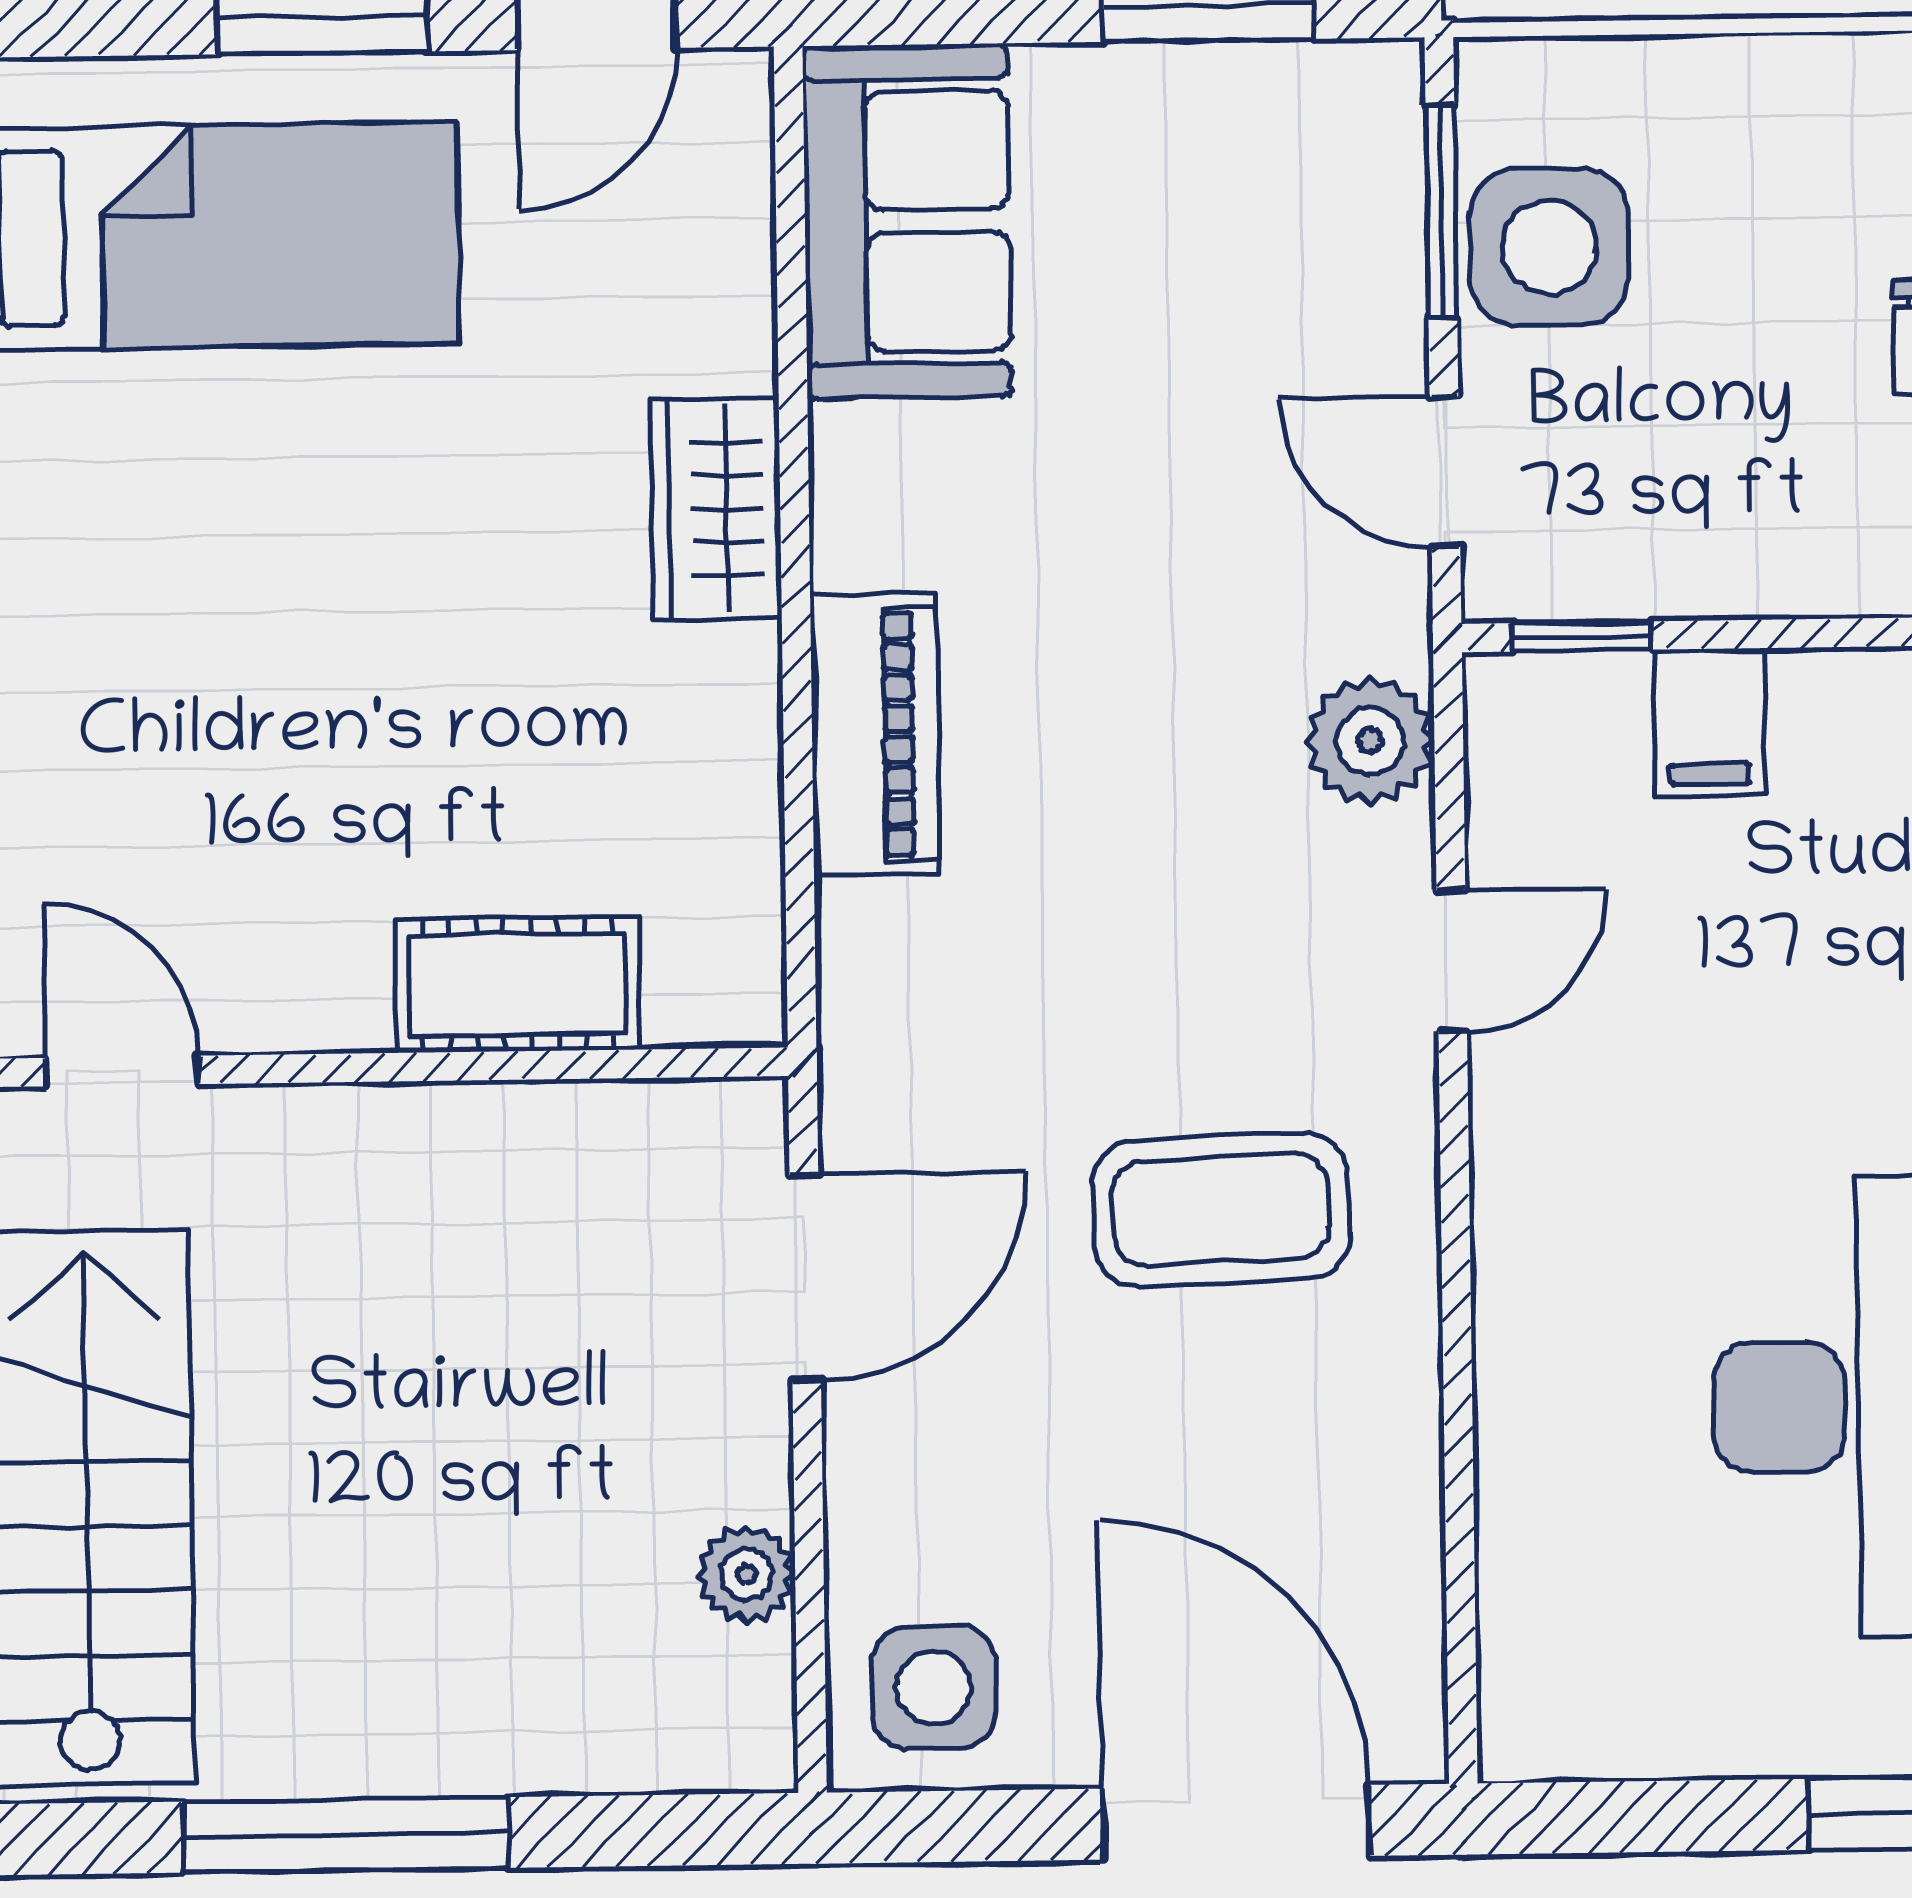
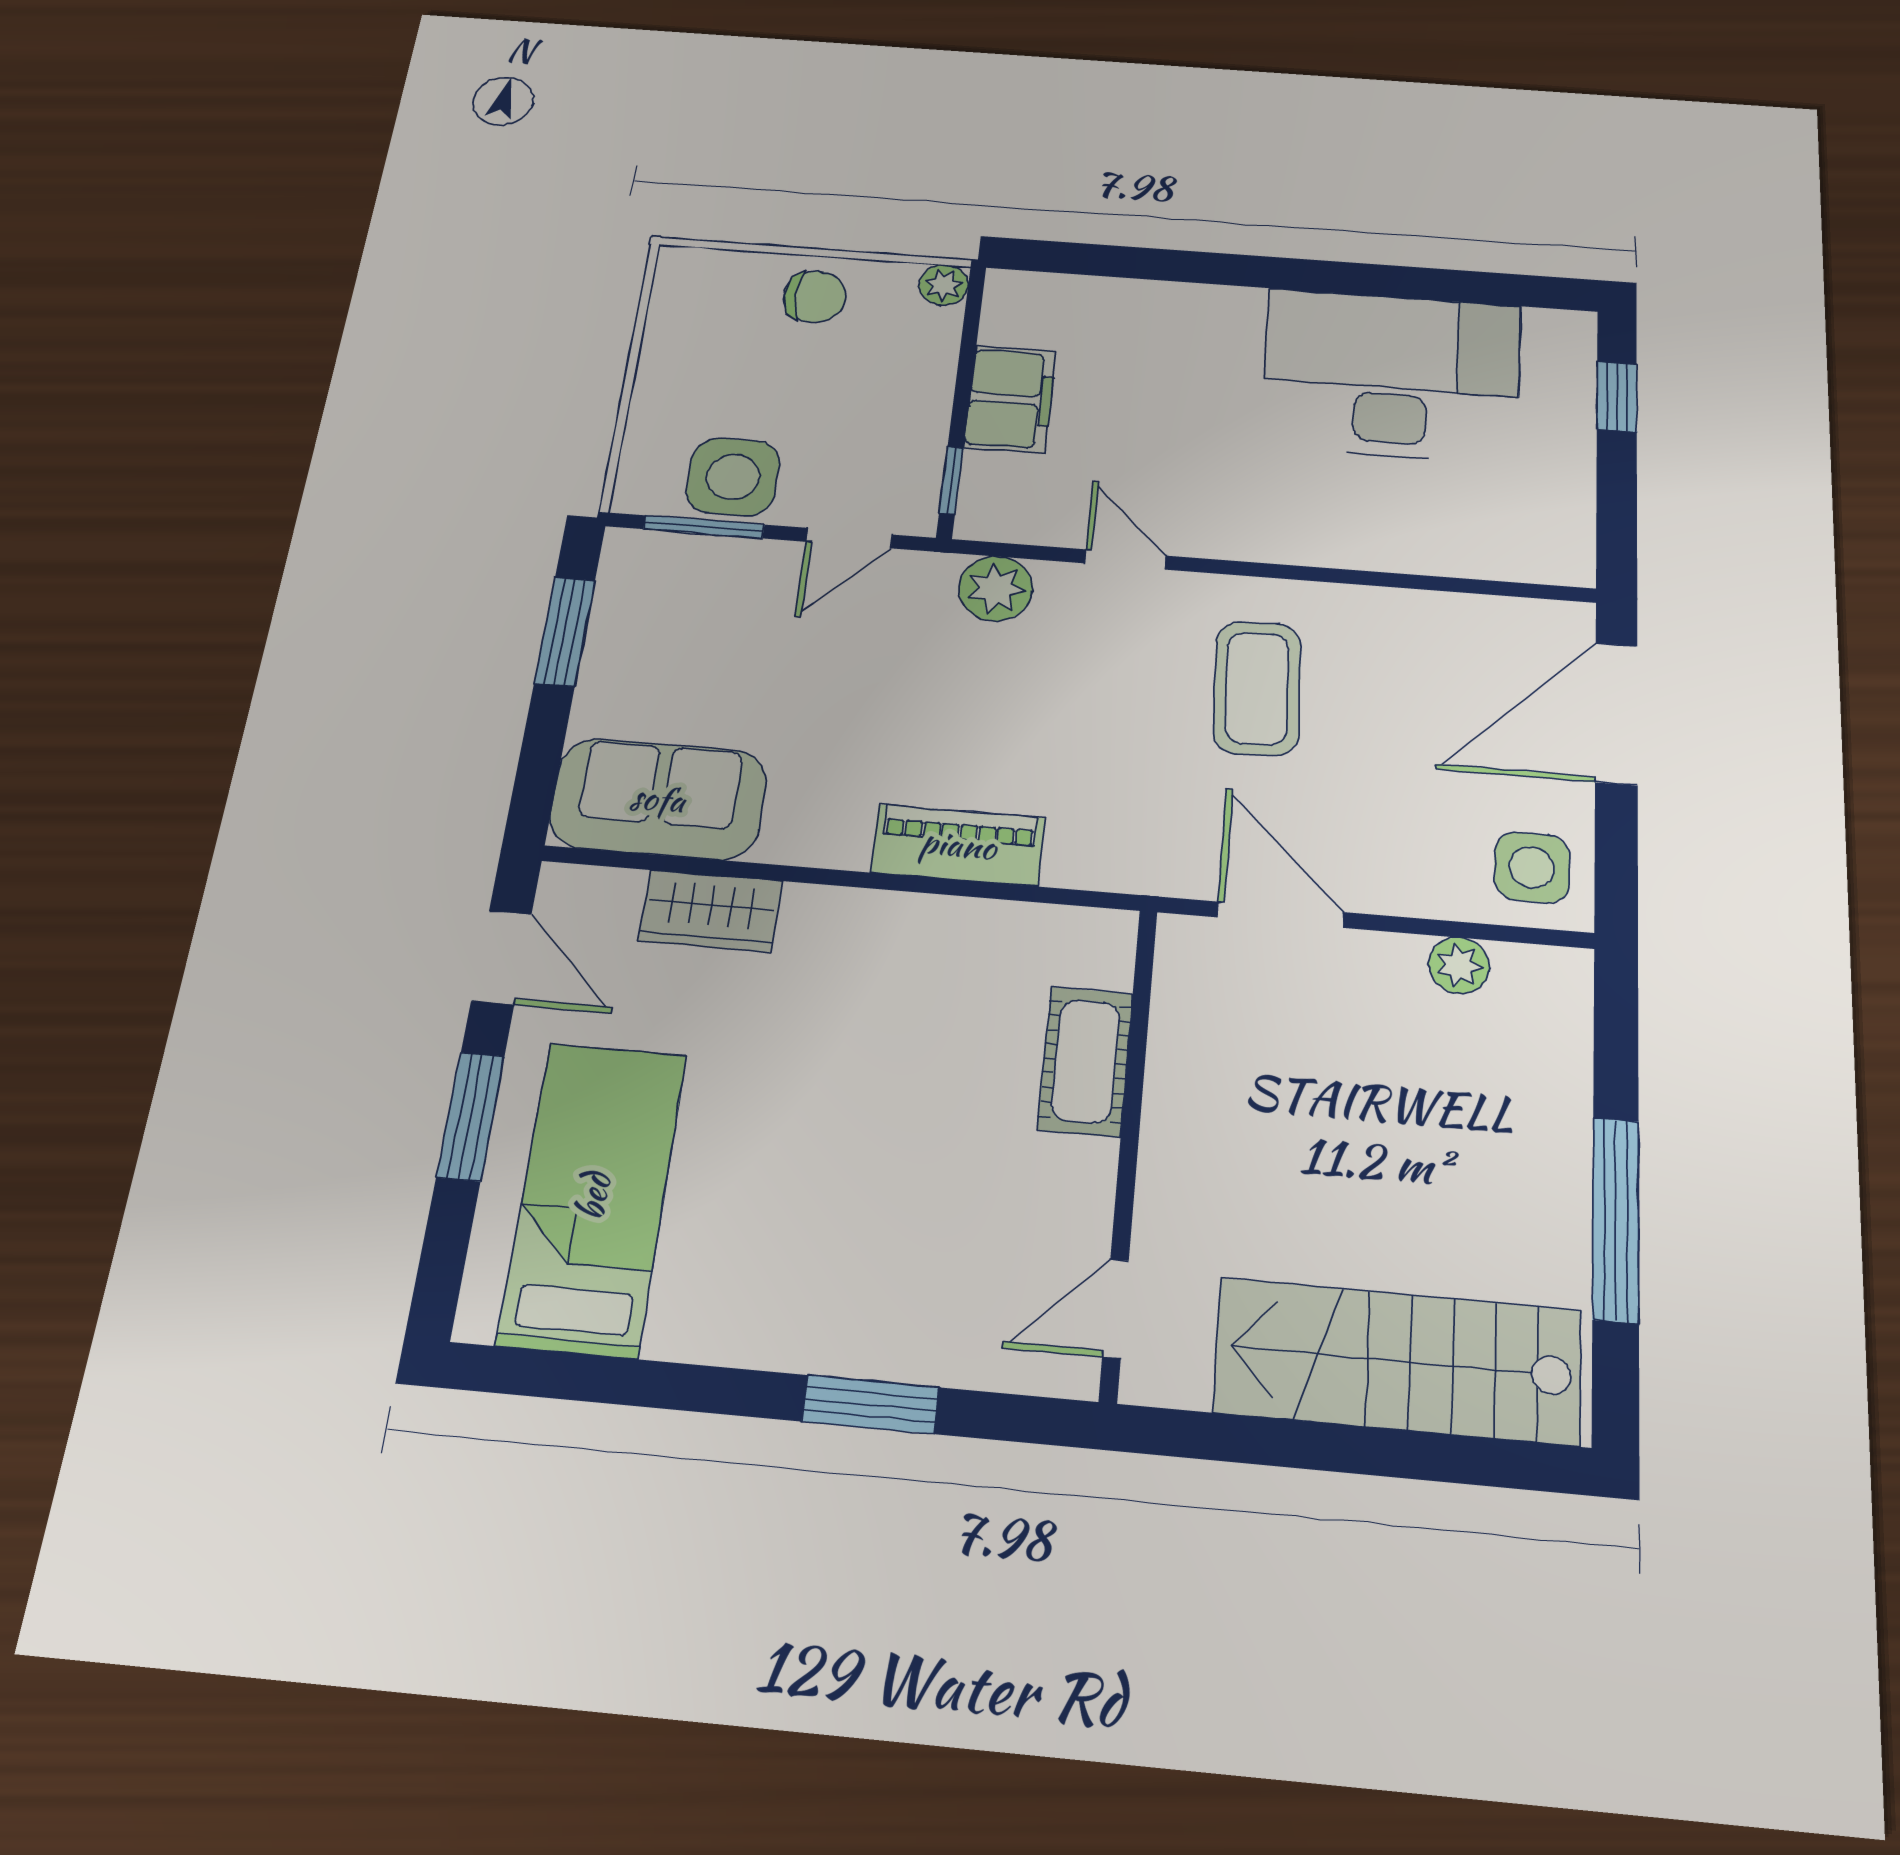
wardrobe: (716, 509) -> (711, 911), moved
filing cabinet: (1709, 722) -> (1010, 399), width x2.00

